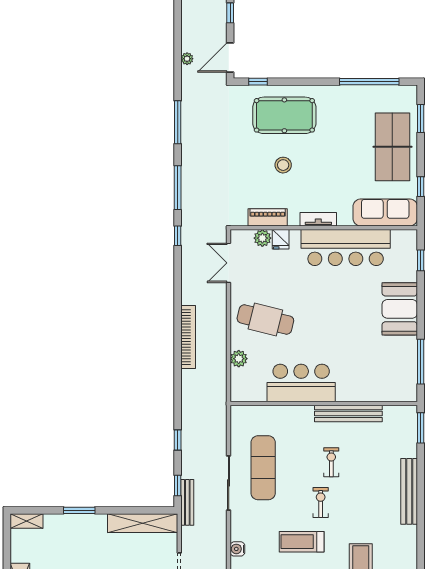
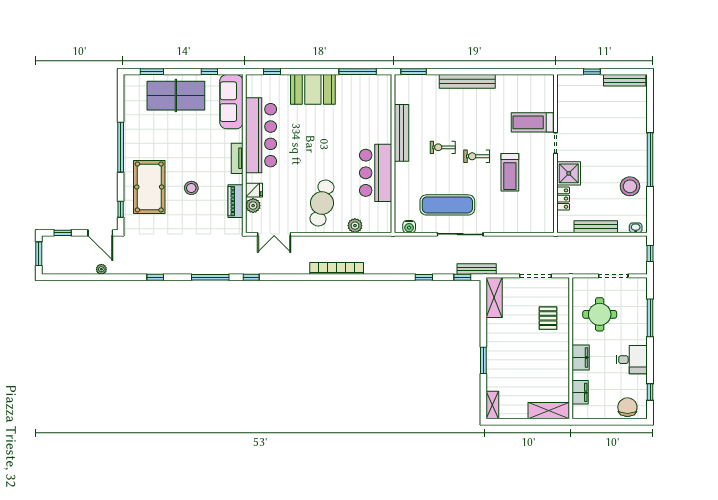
window: (369, 82) -> (121, 147), moved
window: (178, 122) -> (155, 277), width x0.46
shelving: (143, 523) -> (494, 297), width x0.68
water cooler: (237, 549) -> (409, 227), moved

